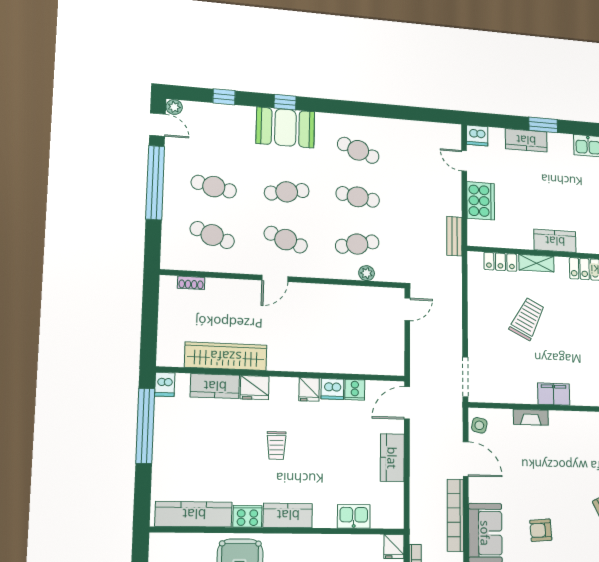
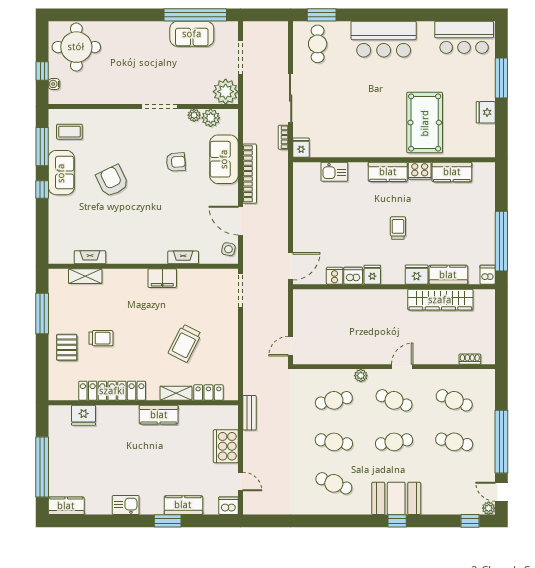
window: (224, 97) -> (470, 521), moved
plant: (367, 273) -> (361, 376), moved
kitchen counter: (392, 458) -> (303, 220), removed
kitchen counter: (194, 514) -> (452, 172), width x0.67

